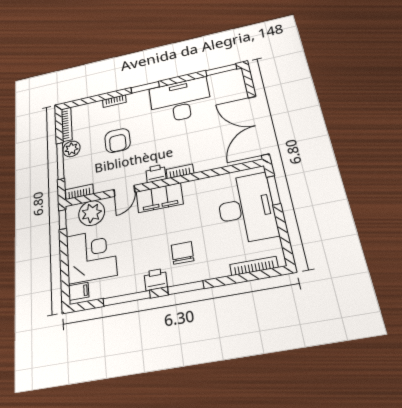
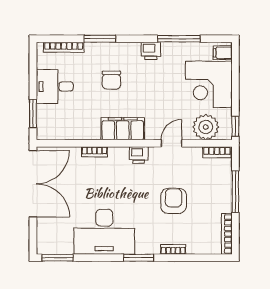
plant: (71, 149) -> (223, 203), removed
bookcase: (180, 171) -> (94, 152), moved
filing cabinet: (160, 198) -> (123, 129), moved
desk: (246, 208) -> (55, 87), width x0.53, depth x0.77
chair: (182, 253) -> (111, 80), moved
window: (186, 288) -> (100, 39), moved

